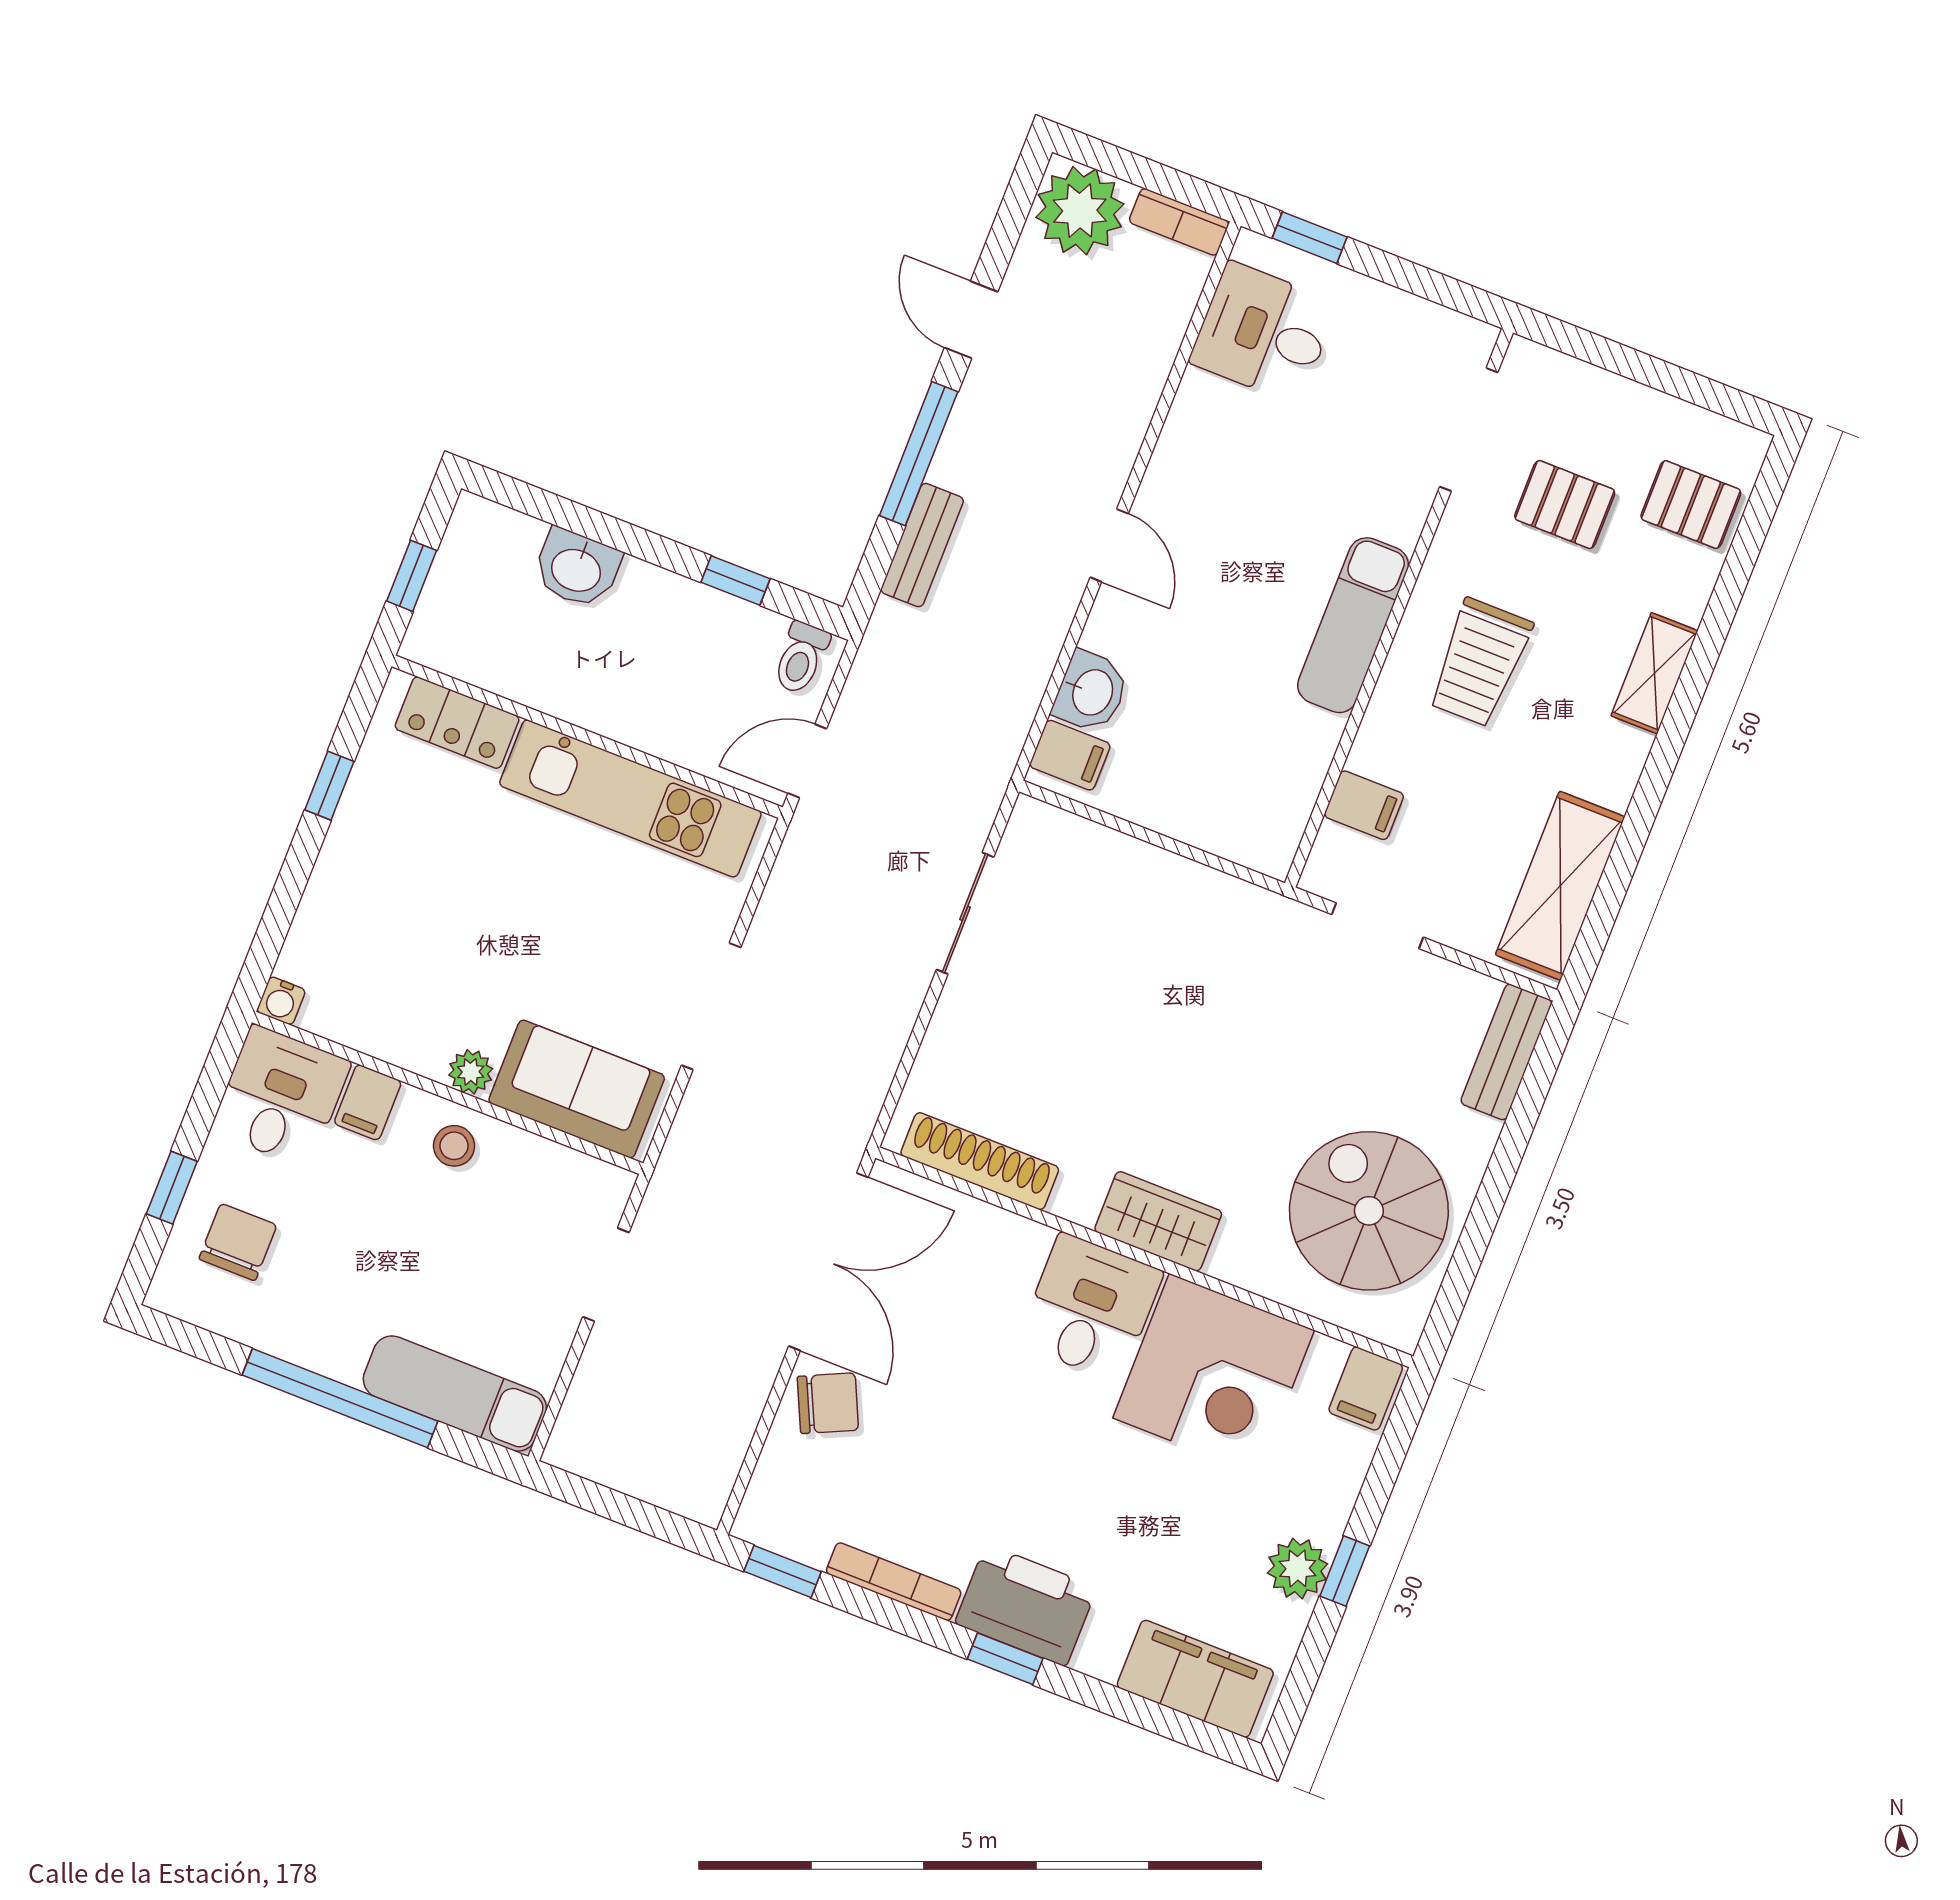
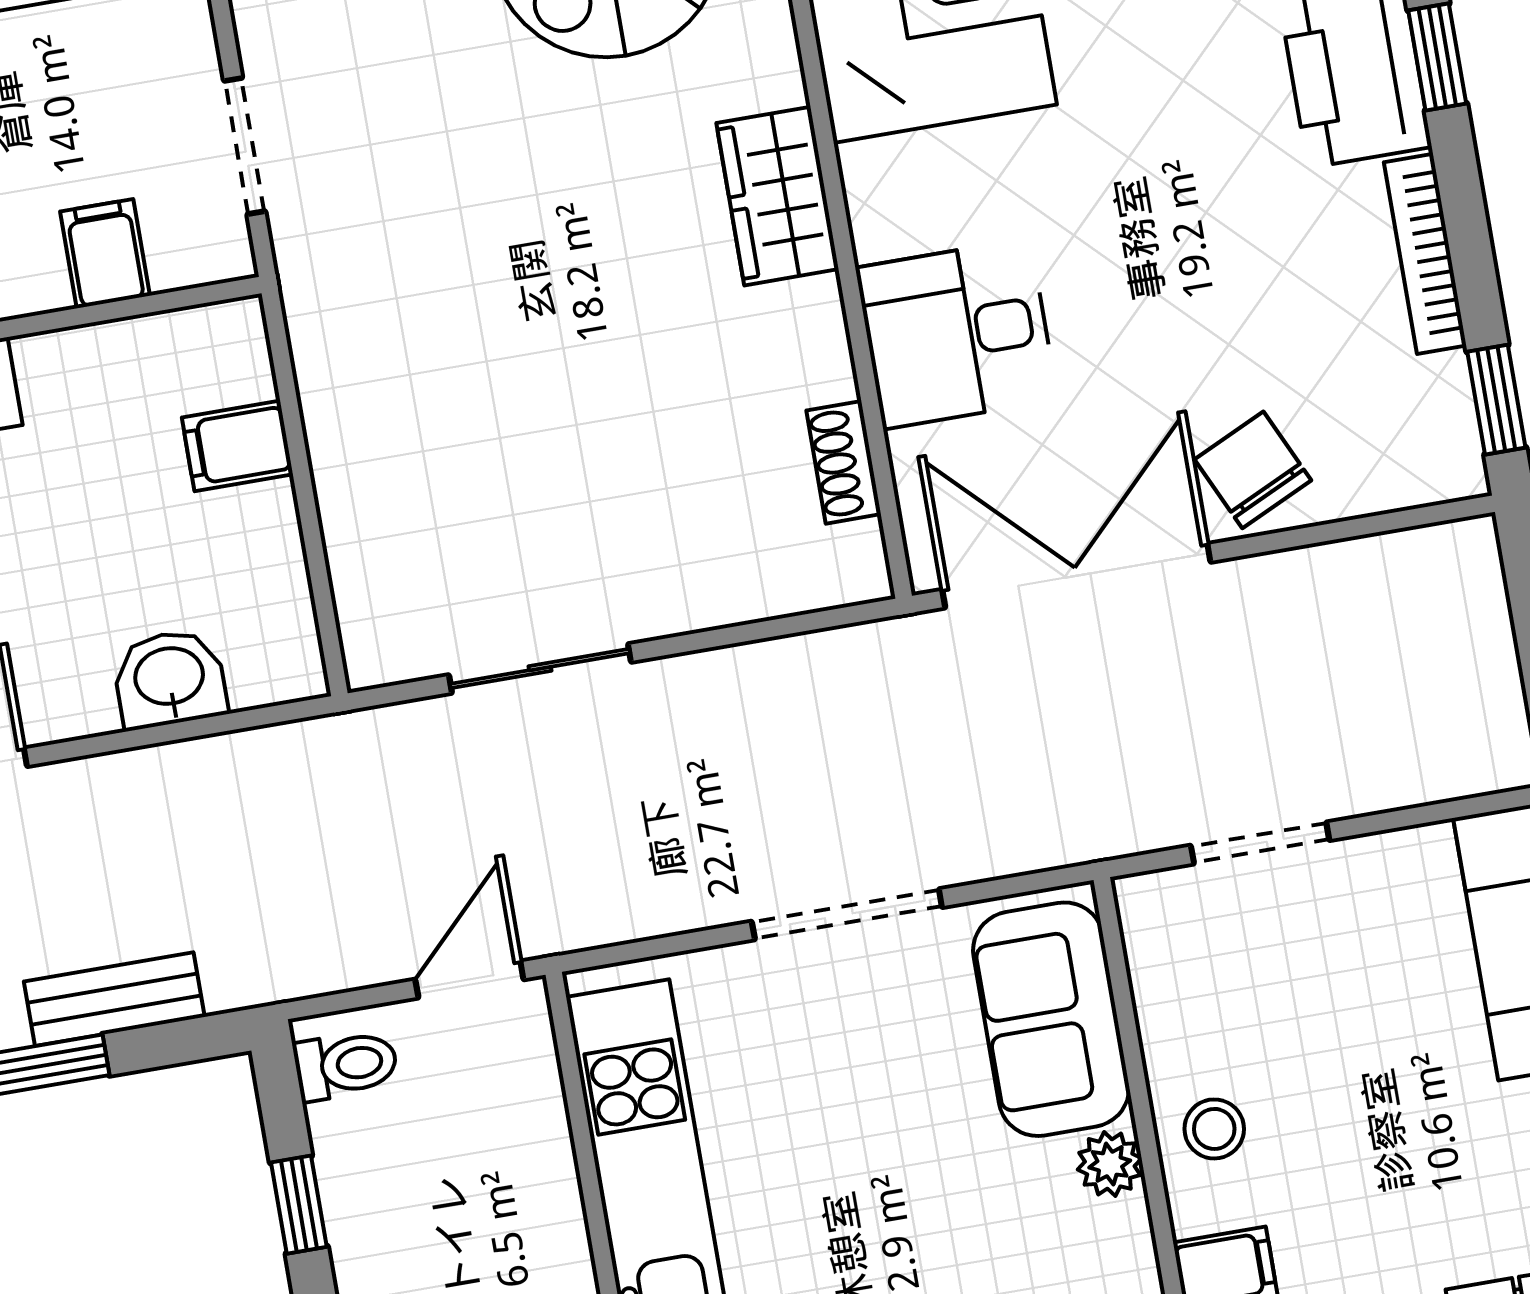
filing cabinet: (1070, 755) -> (237, 446), moved, turned -90
door: (807, 761) -> (469, 979), swing flipped
shoe rack: (980, 1161) -> (844, 462), width x0.51, depth x0.81
desk: (1090, 1308) -> (957, 334), moved

